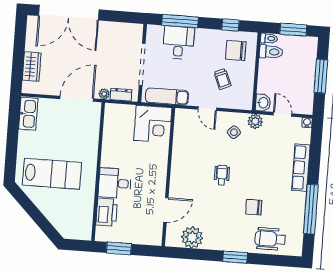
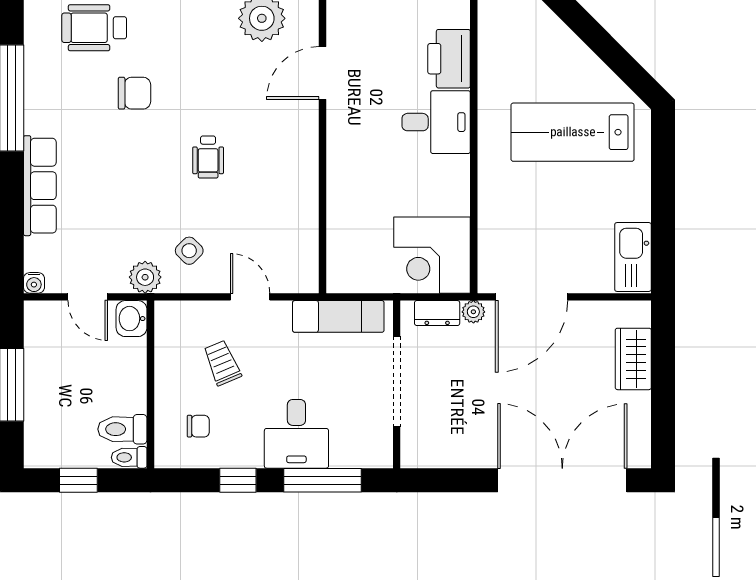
window: (230, 25) -> (238, 480), moved
window: (293, 30) -> (78, 480), width x0.67
desk: (179, 43) -> (296, 434), moved
chair: (236, 50) -> (198, 426), width x0.54, depth x0.54
corner desk: (153, 124) -> (432, 255), moved, turned -90
wheelchair: (270, 239) -> (94, 28), turned 180

